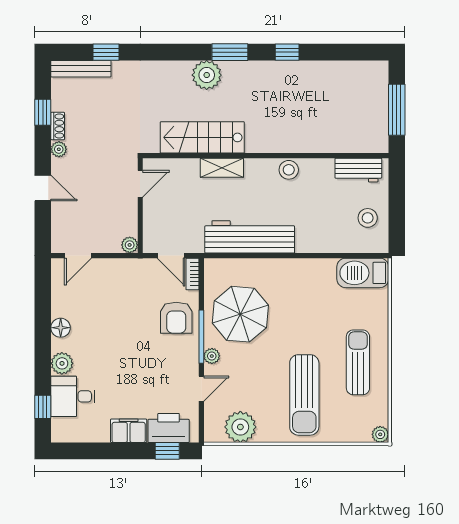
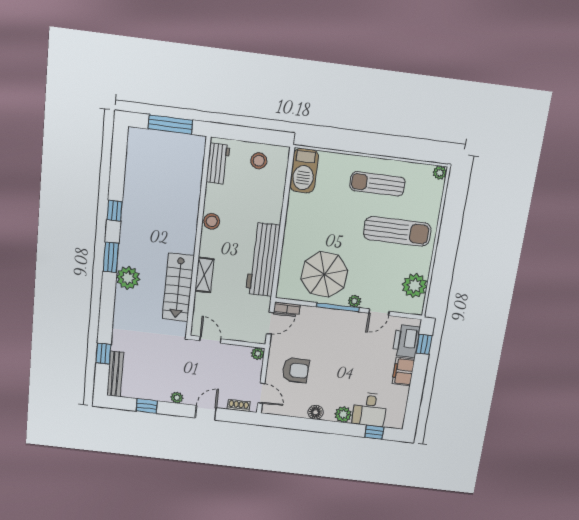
shoe rack: (58, 126) -> (239, 406), moved
armchair: (176, 318) -> (296, 370), moved
door: (201, 389) -> (379, 312), swing flipped

